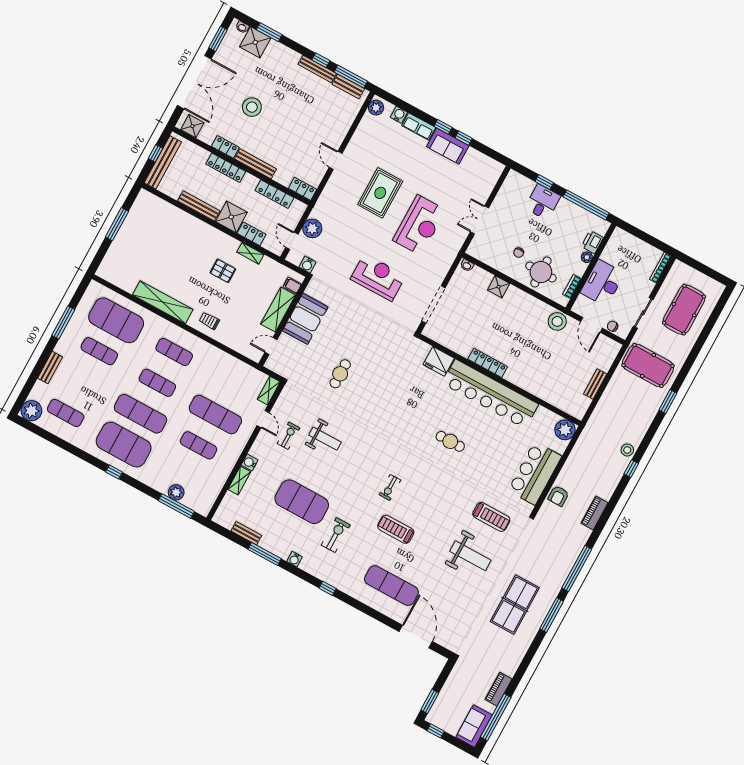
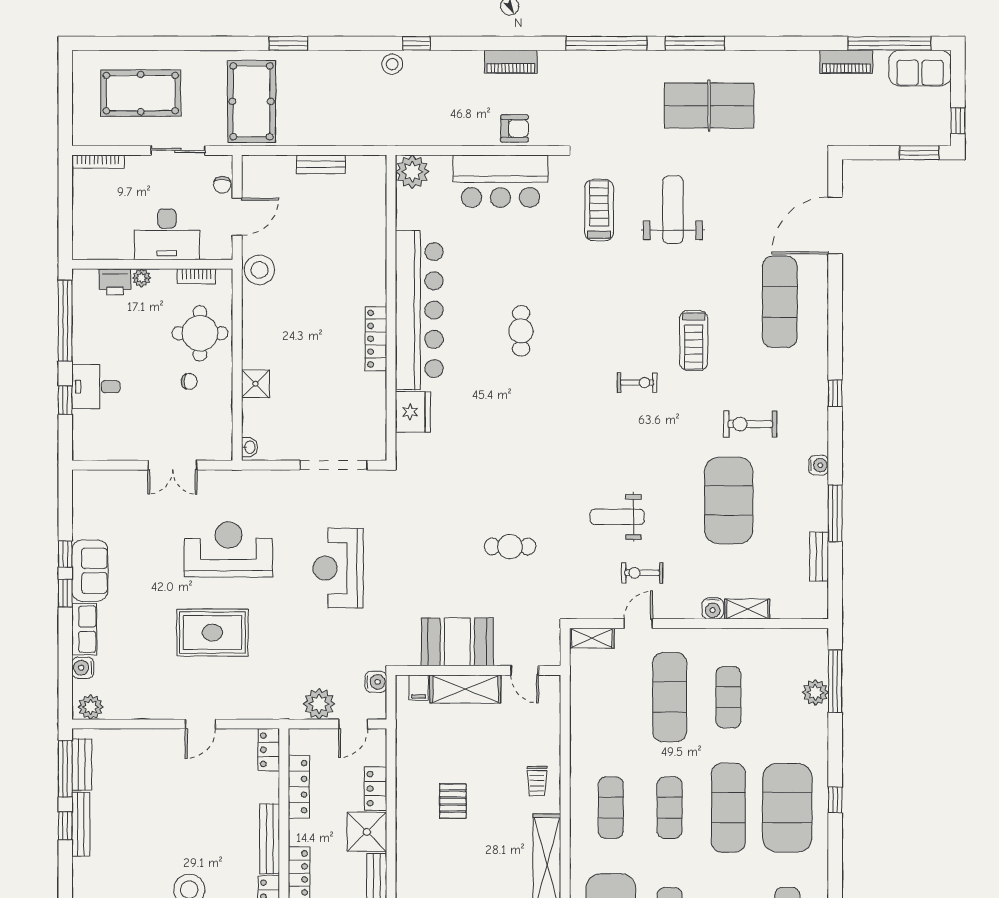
shelving: (250, 253) -> (405, 775), removed
weight bench: (325, 439) -> (617, 517), turned -90

